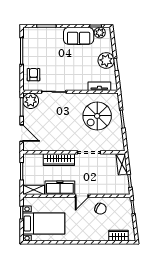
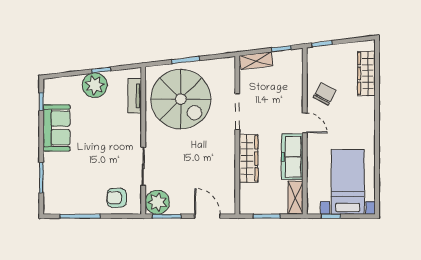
plant: (100, 33) -> (52, 95), removed
spiral stairs: (97, 116) -> (181, 99), width x1.37, depth x1.37
door: (22, 133) -> (207, 216), hinge flipped
wardrobe: (118, 236) -> (366, 73), width x1.50

